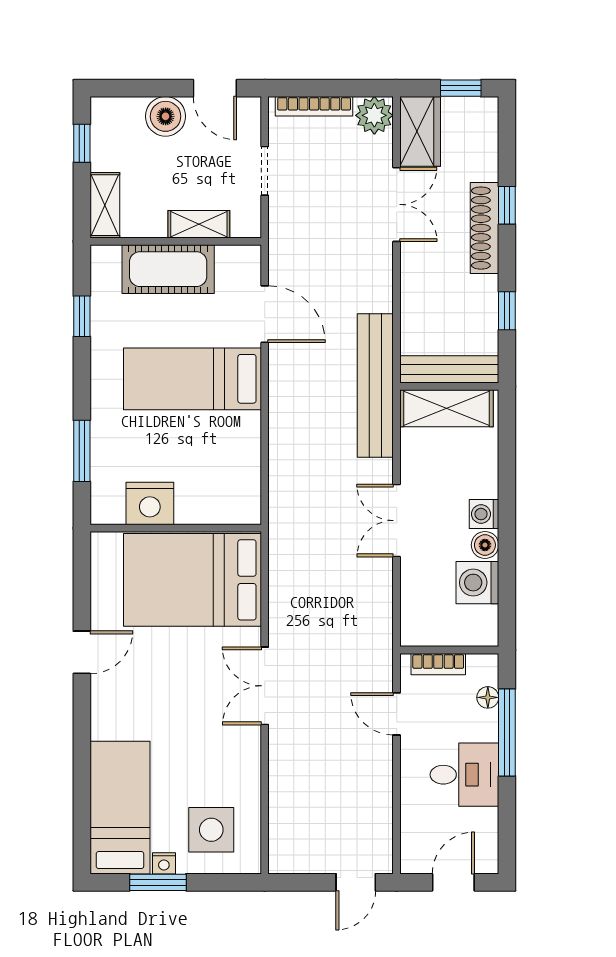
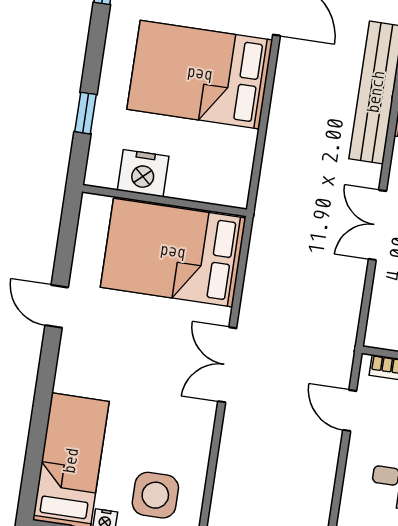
bed: (192, 379) -> (200, 75), width x1.50
window: (82, 451) -> (85, 113), width x0.67
door: (82, 652) -> (57, 306), swing flipped

